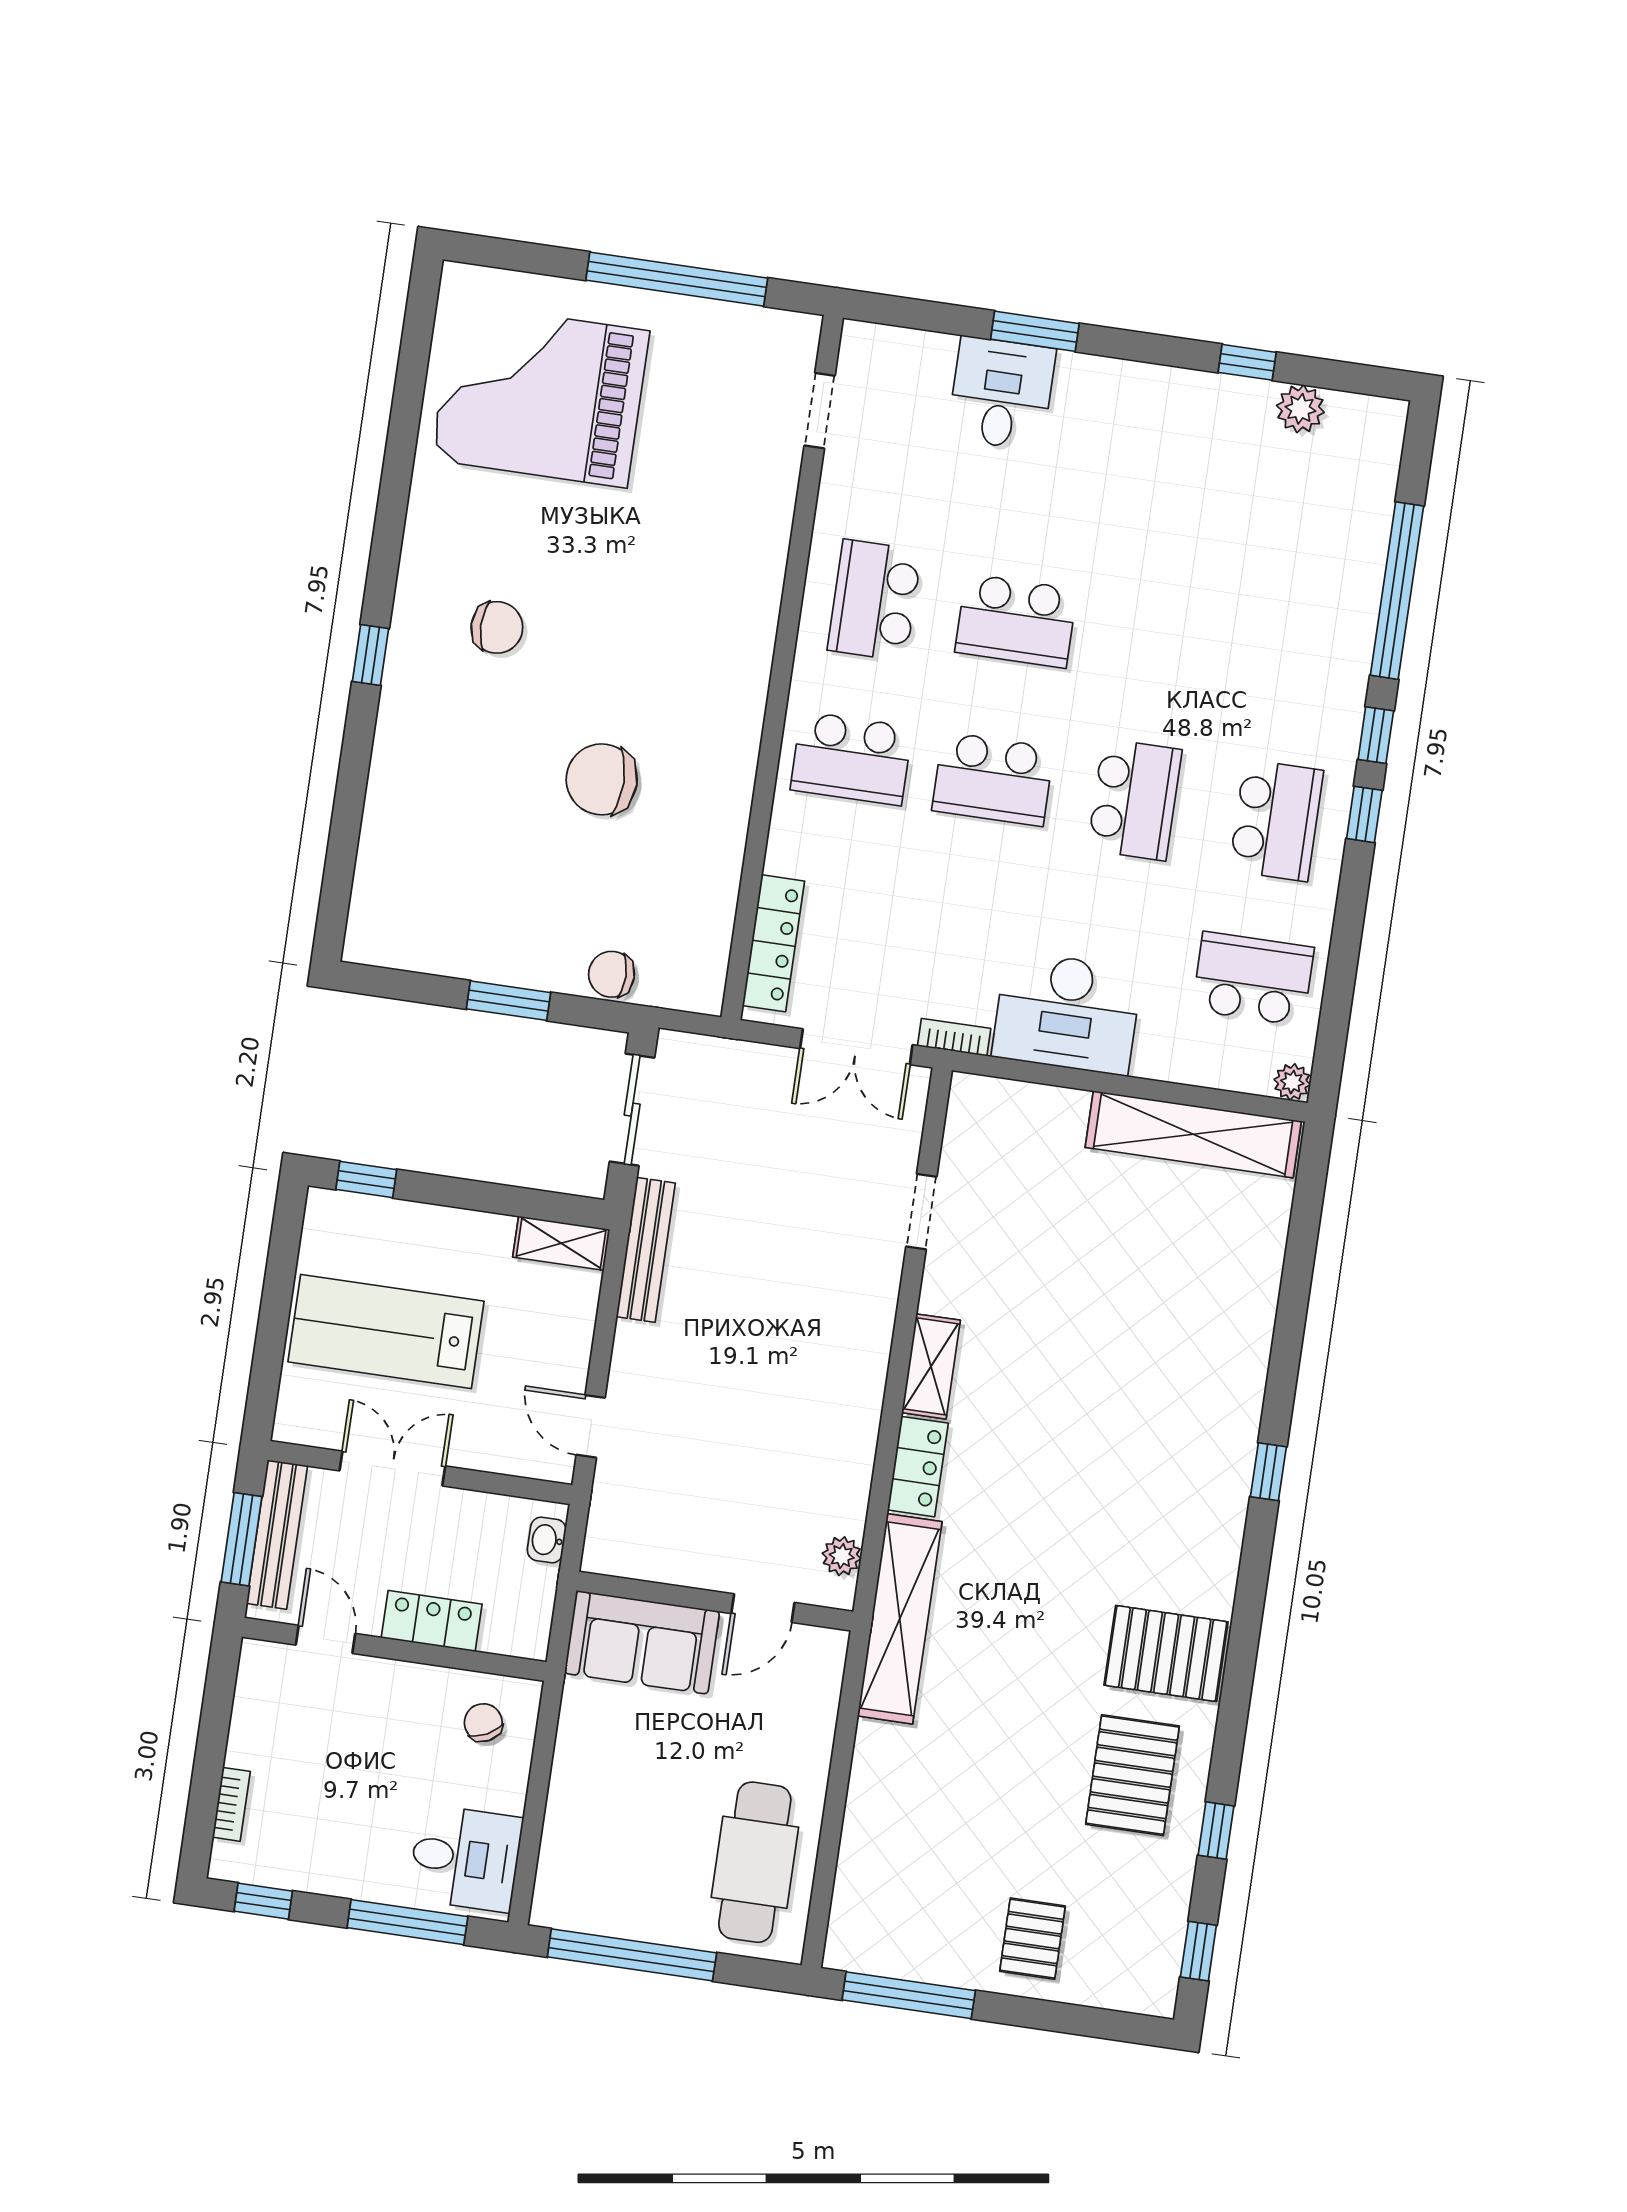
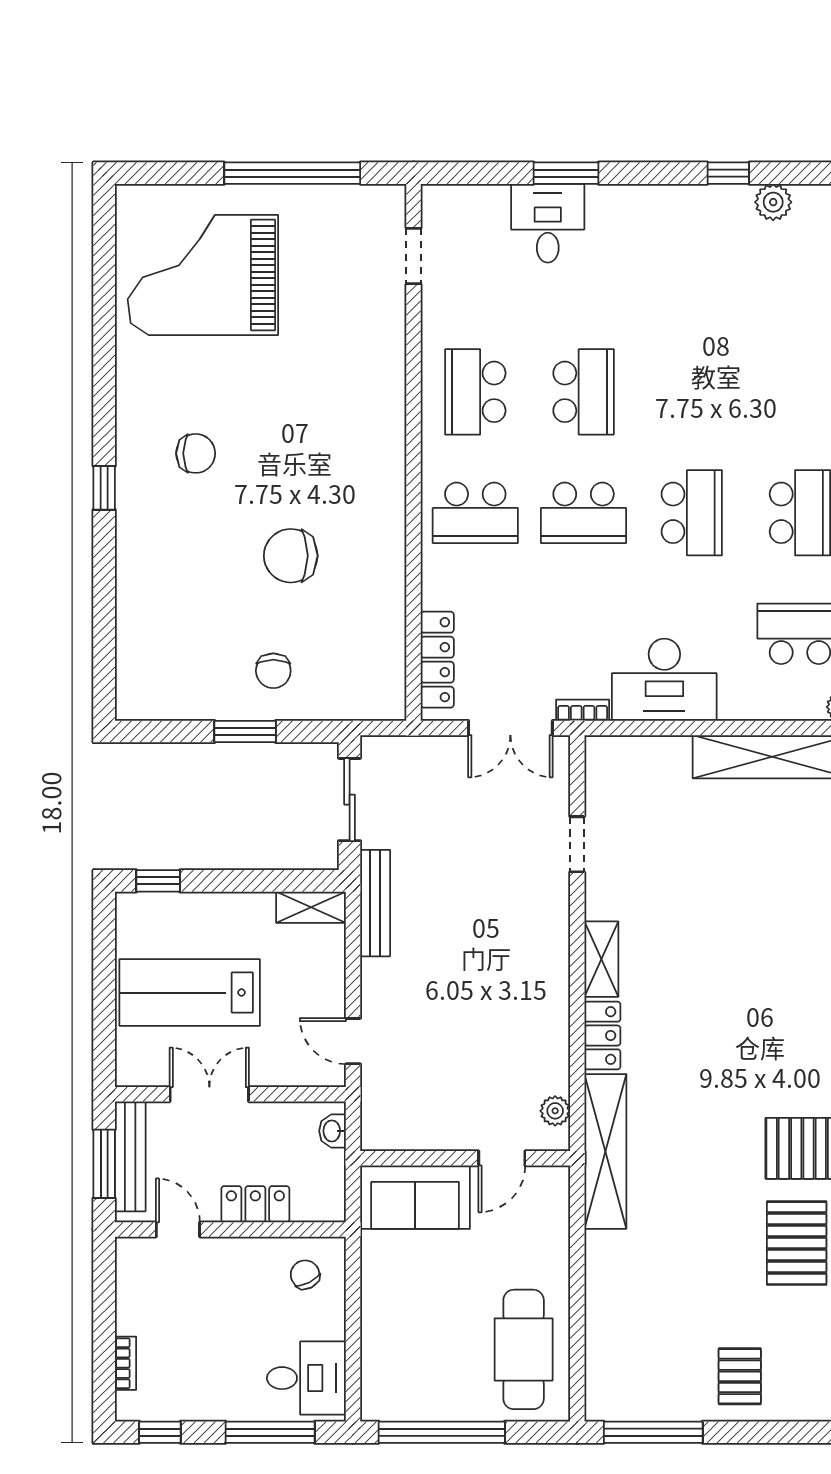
school desk: (1016, 621) -> (584, 392), turned -90
chair: (612, 974) -> (273, 671), moved, turned -90

